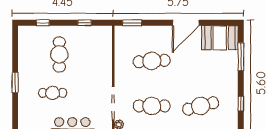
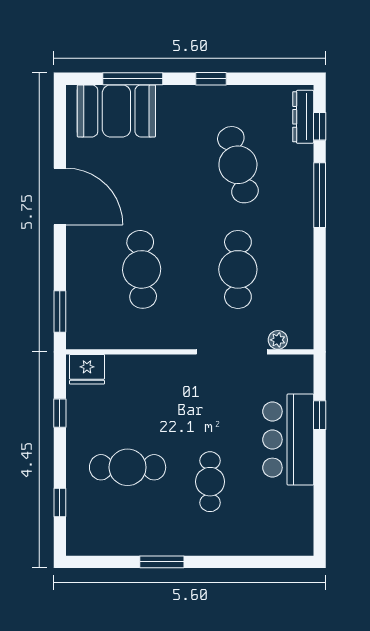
fridge: (105, 35) -> (87, 369), added
booth: (220, 38) -> (116, 111), moved, turned 90
window: (15, 82) -> (162, 562), moved
window: (241, 104) -> (211, 79), moved

